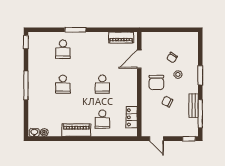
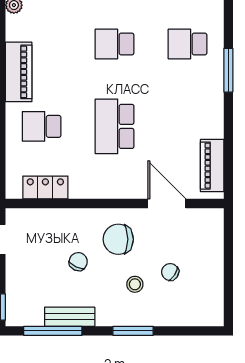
school desk: (102, 84) -> (115, 126), width x1.85

